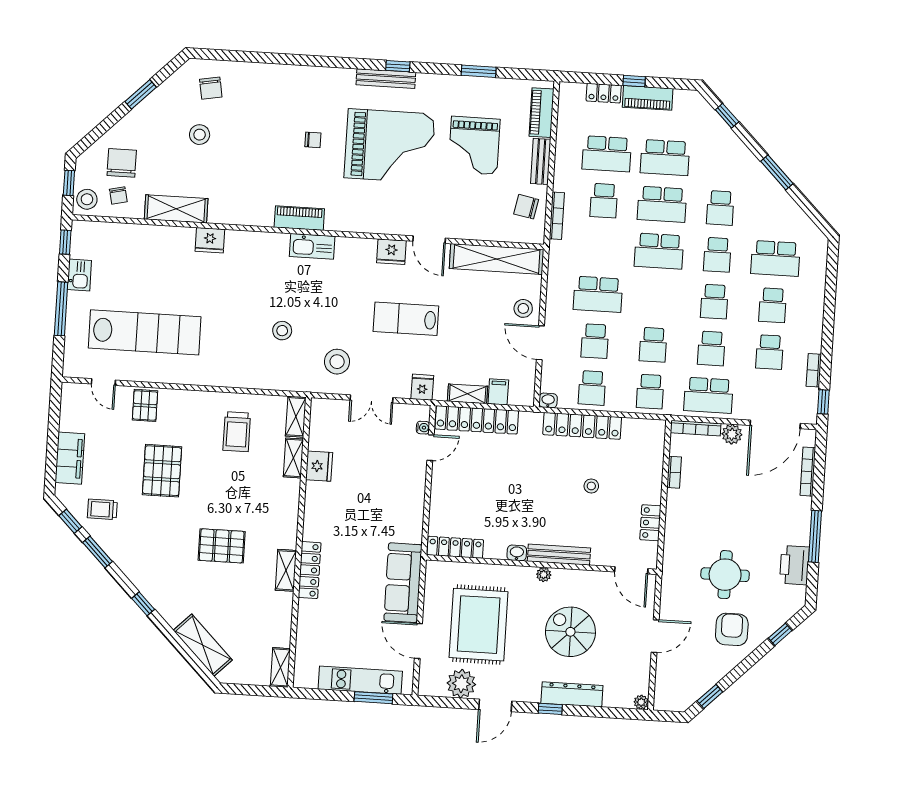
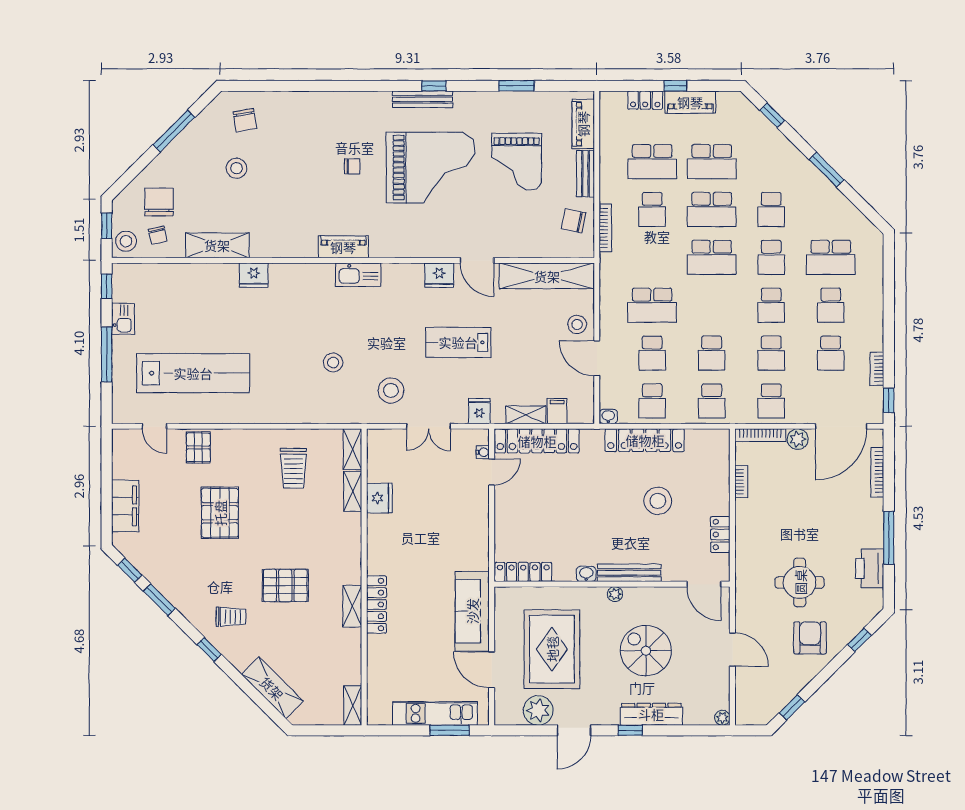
window: (141, 94) -> (174, 131), width x1.44
school desk: (708, 395) -> (771, 401), width x0.54
stool: (591, 486) -> (658, 501), width x1.89, depth x1.89
trolley: (102, 509) -> (231, 617), moved, turned 180
door: (655, 636) -> (732, 650), hinge flipped

